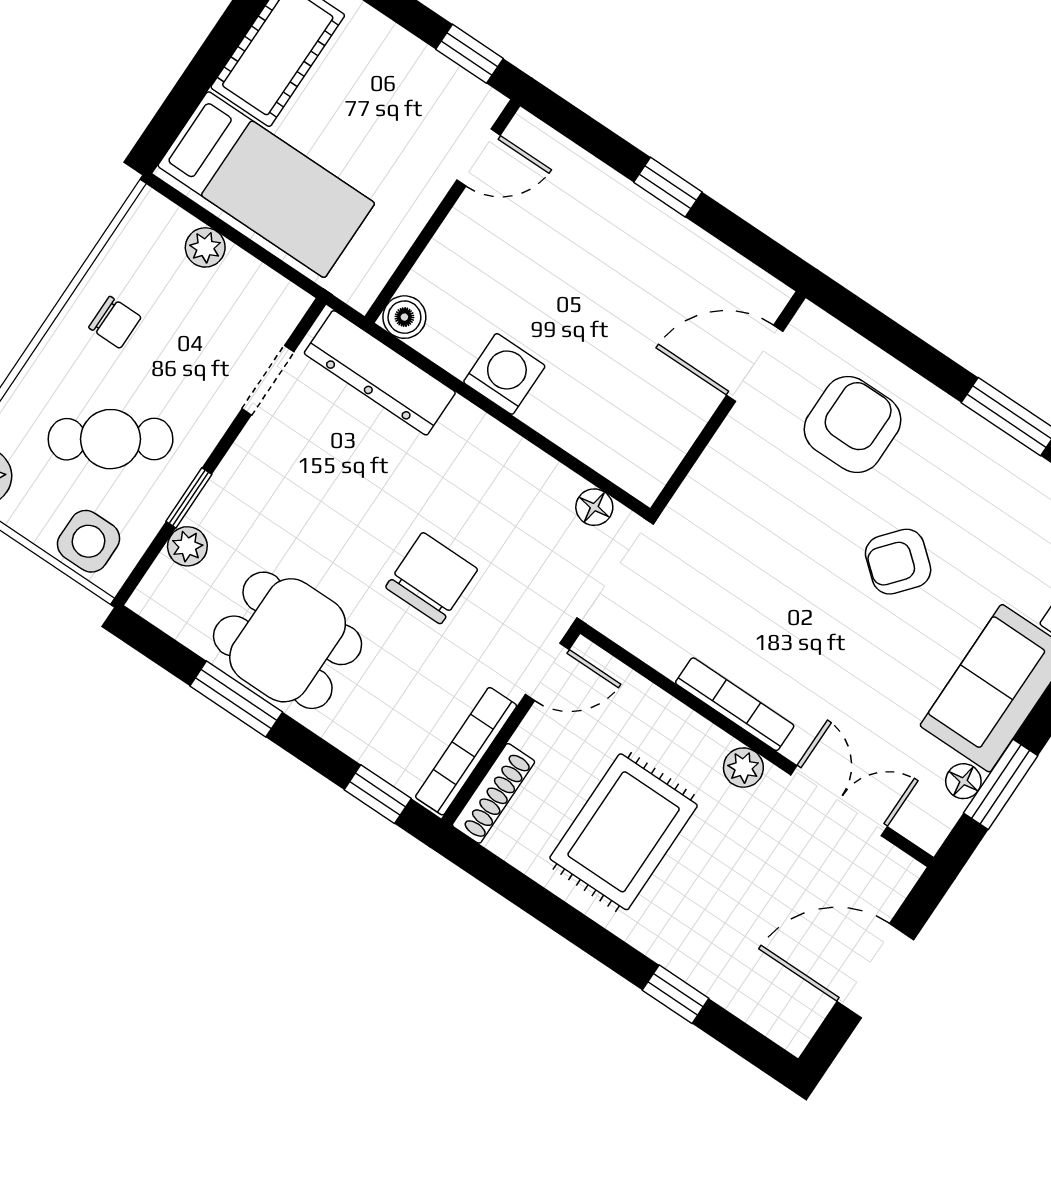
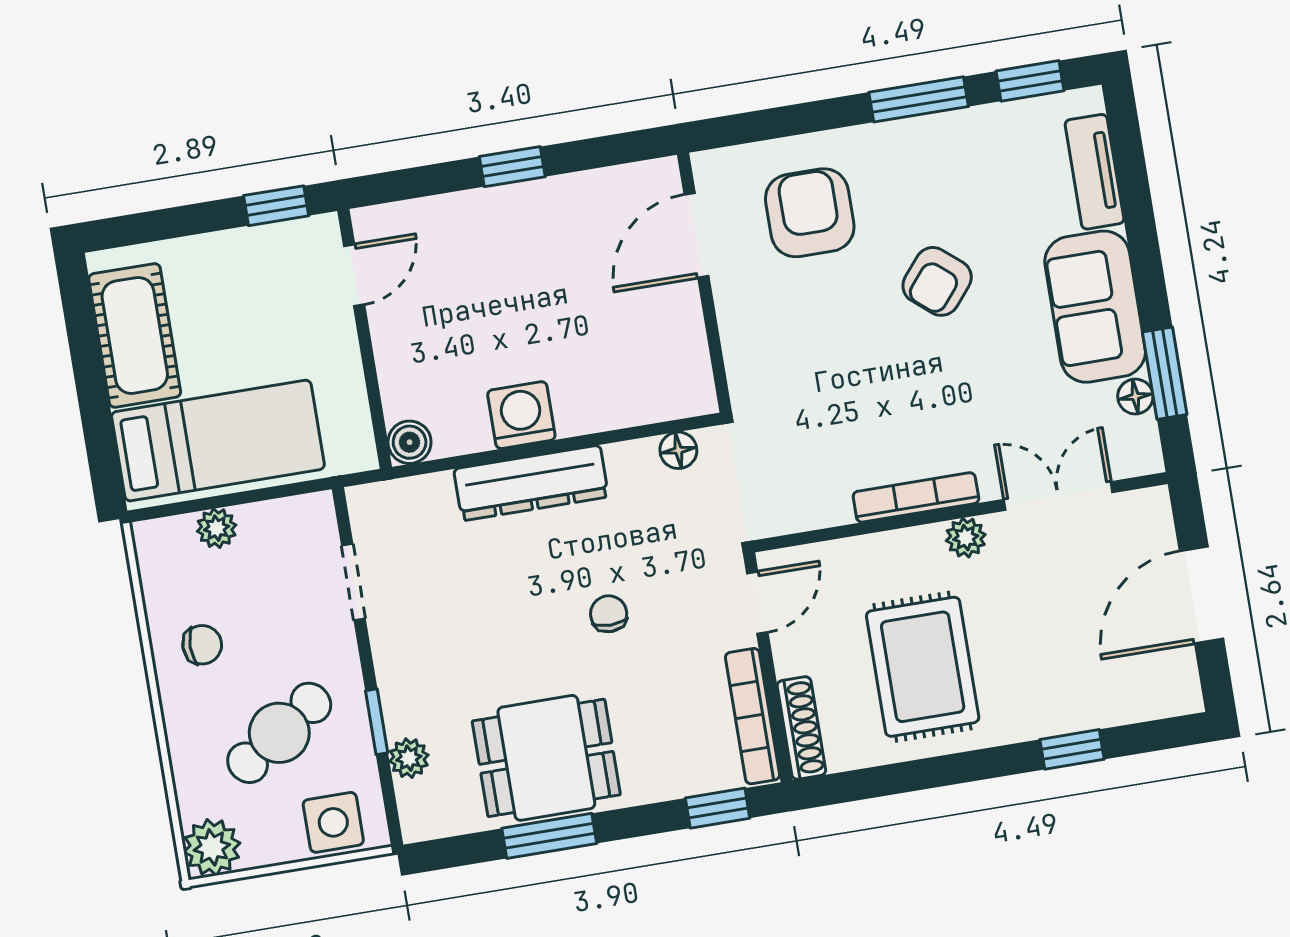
dresser: (380, 373) -> (531, 483), moved
chair: (432, 578) -> (609, 614), width x0.54, depth x0.54

